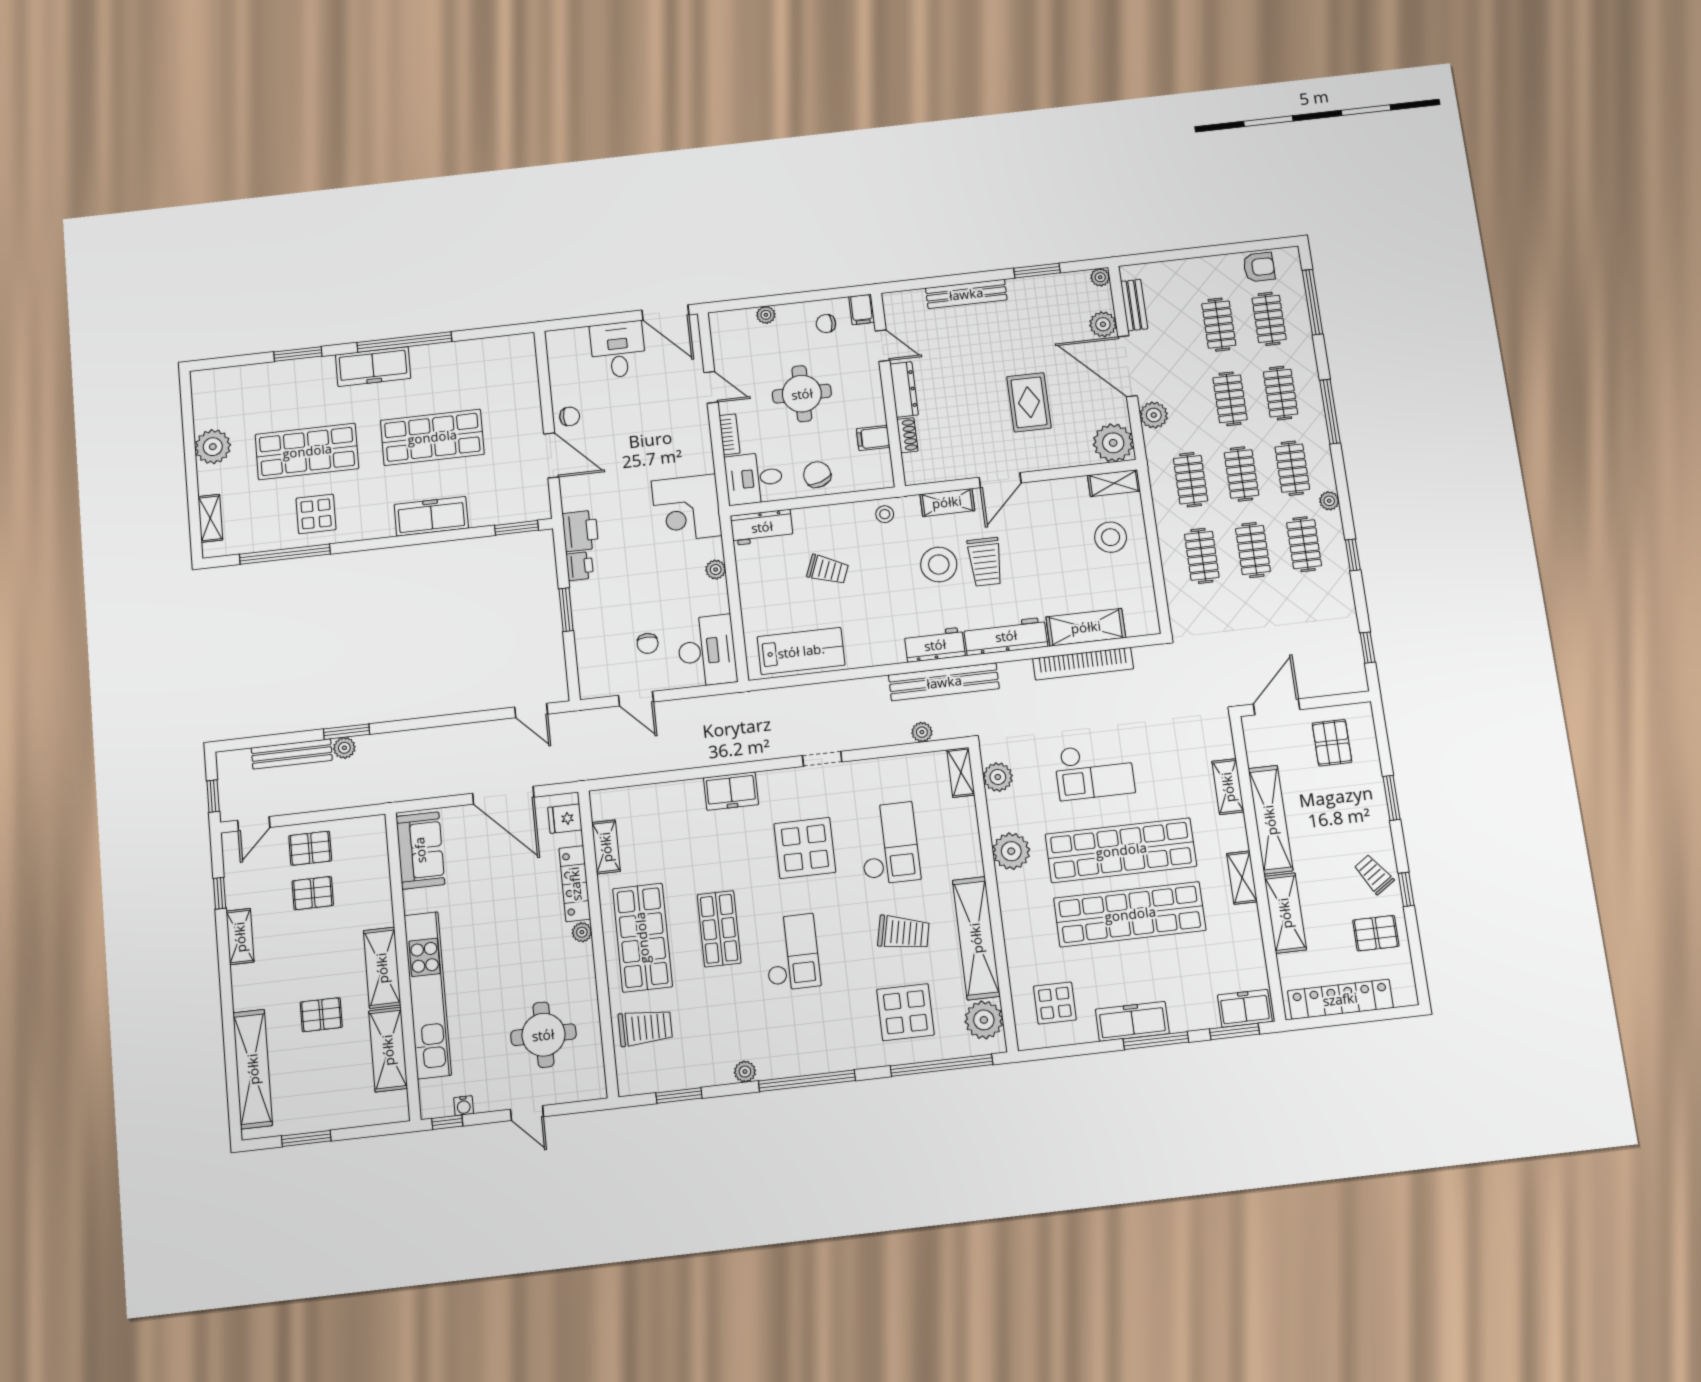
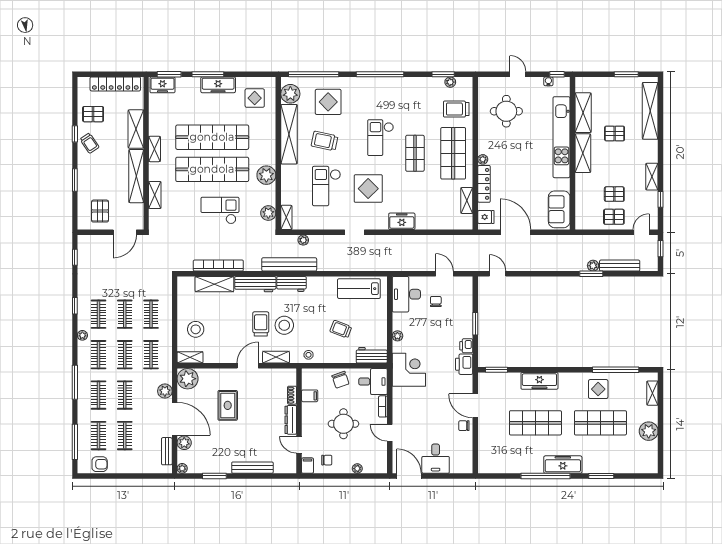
armchair: (1259, 267) -> (100, 464), turned 180
plant: (745, 1072) -> (450, 82), moved

